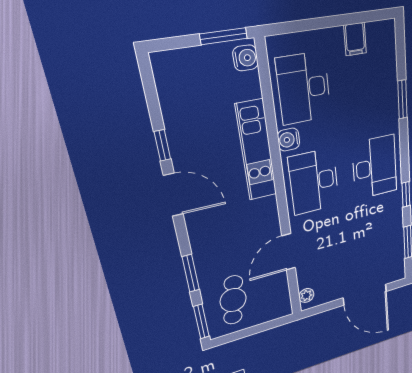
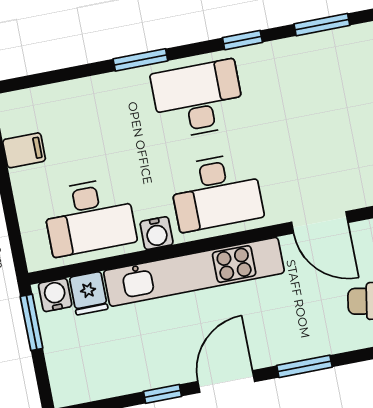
fridge: (246, 86) -> (89, 293), added
window: (402, 99) -> (140, 60), moved
kitchen unit: (256, 150) -> (194, 272), width x1.36
window: (191, 273) -> (304, 366), moved

